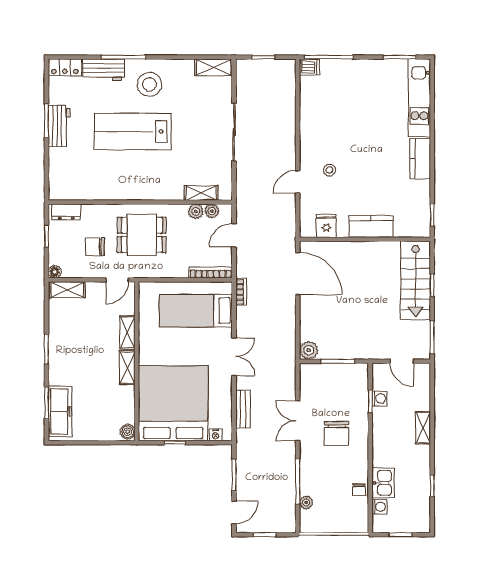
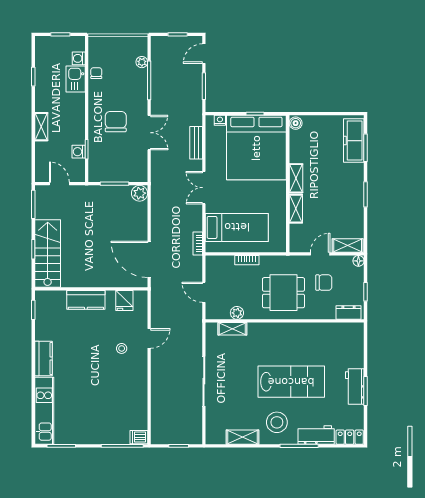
shelving: (214, 67) -> (243, 437), moved
plant: (212, 211) -> (223, 313), removed
door: (234, 235) -> (204, 292), swing flipped
bookcase: (211, 273) -> (247, 260), moved, width x0.64
door: (117, 280) -> (320, 254), moved

